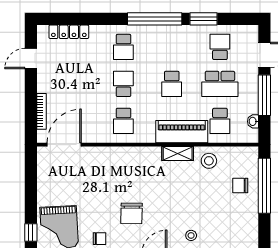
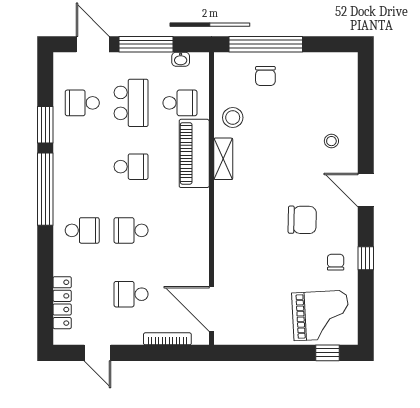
school desk: (123, 121) -> (131, 294), moved, turned 180

